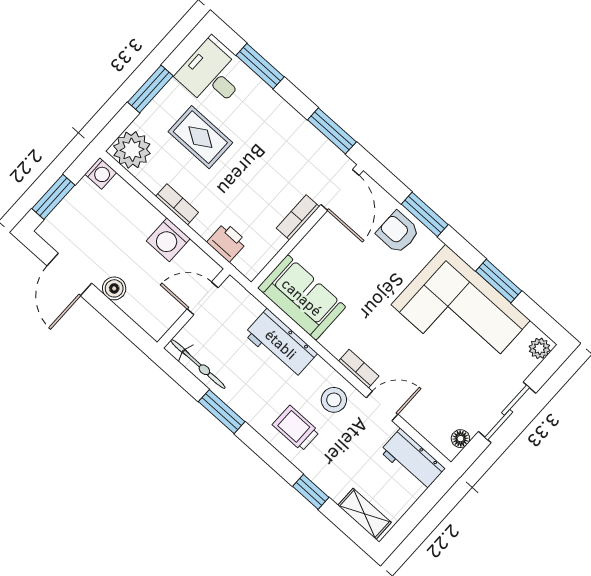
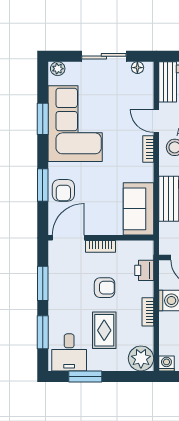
window: (150, 89) -> (85, 376), moved
window: (332, 131) -> (43, 283), moved
armchair: (248, 180) -> (105, 288), added

